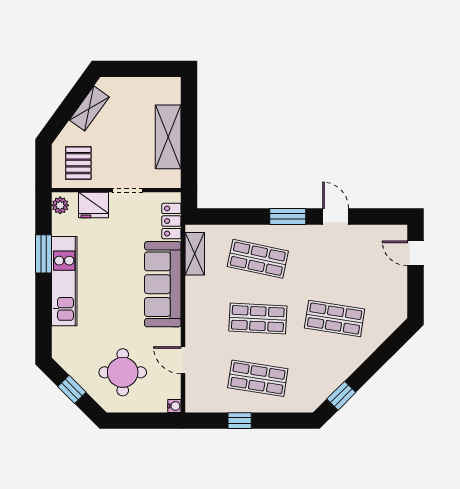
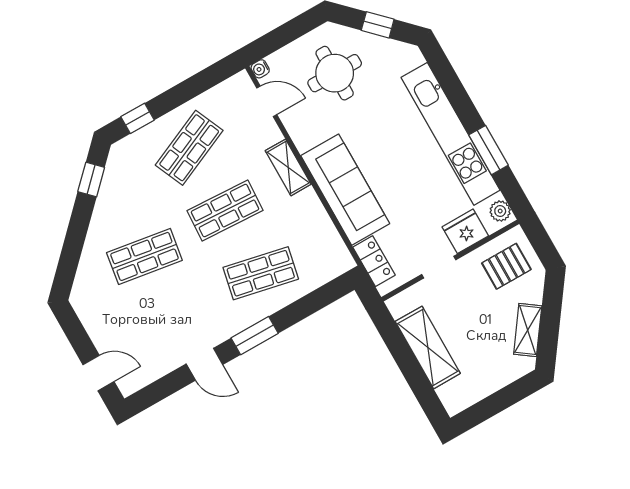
pallet: (78, 163) -> (506, 266), turned 90
shelving: (195, 254) -> (288, 167), moved
kitchen unit: (64, 281) -> (451, 134), width x1.36
door: (183, 360) -> (267, 101), moved
shop shelf: (258, 378) -> (189, 148), turned -33
window: (240, 421) -> (138, 118), moved

